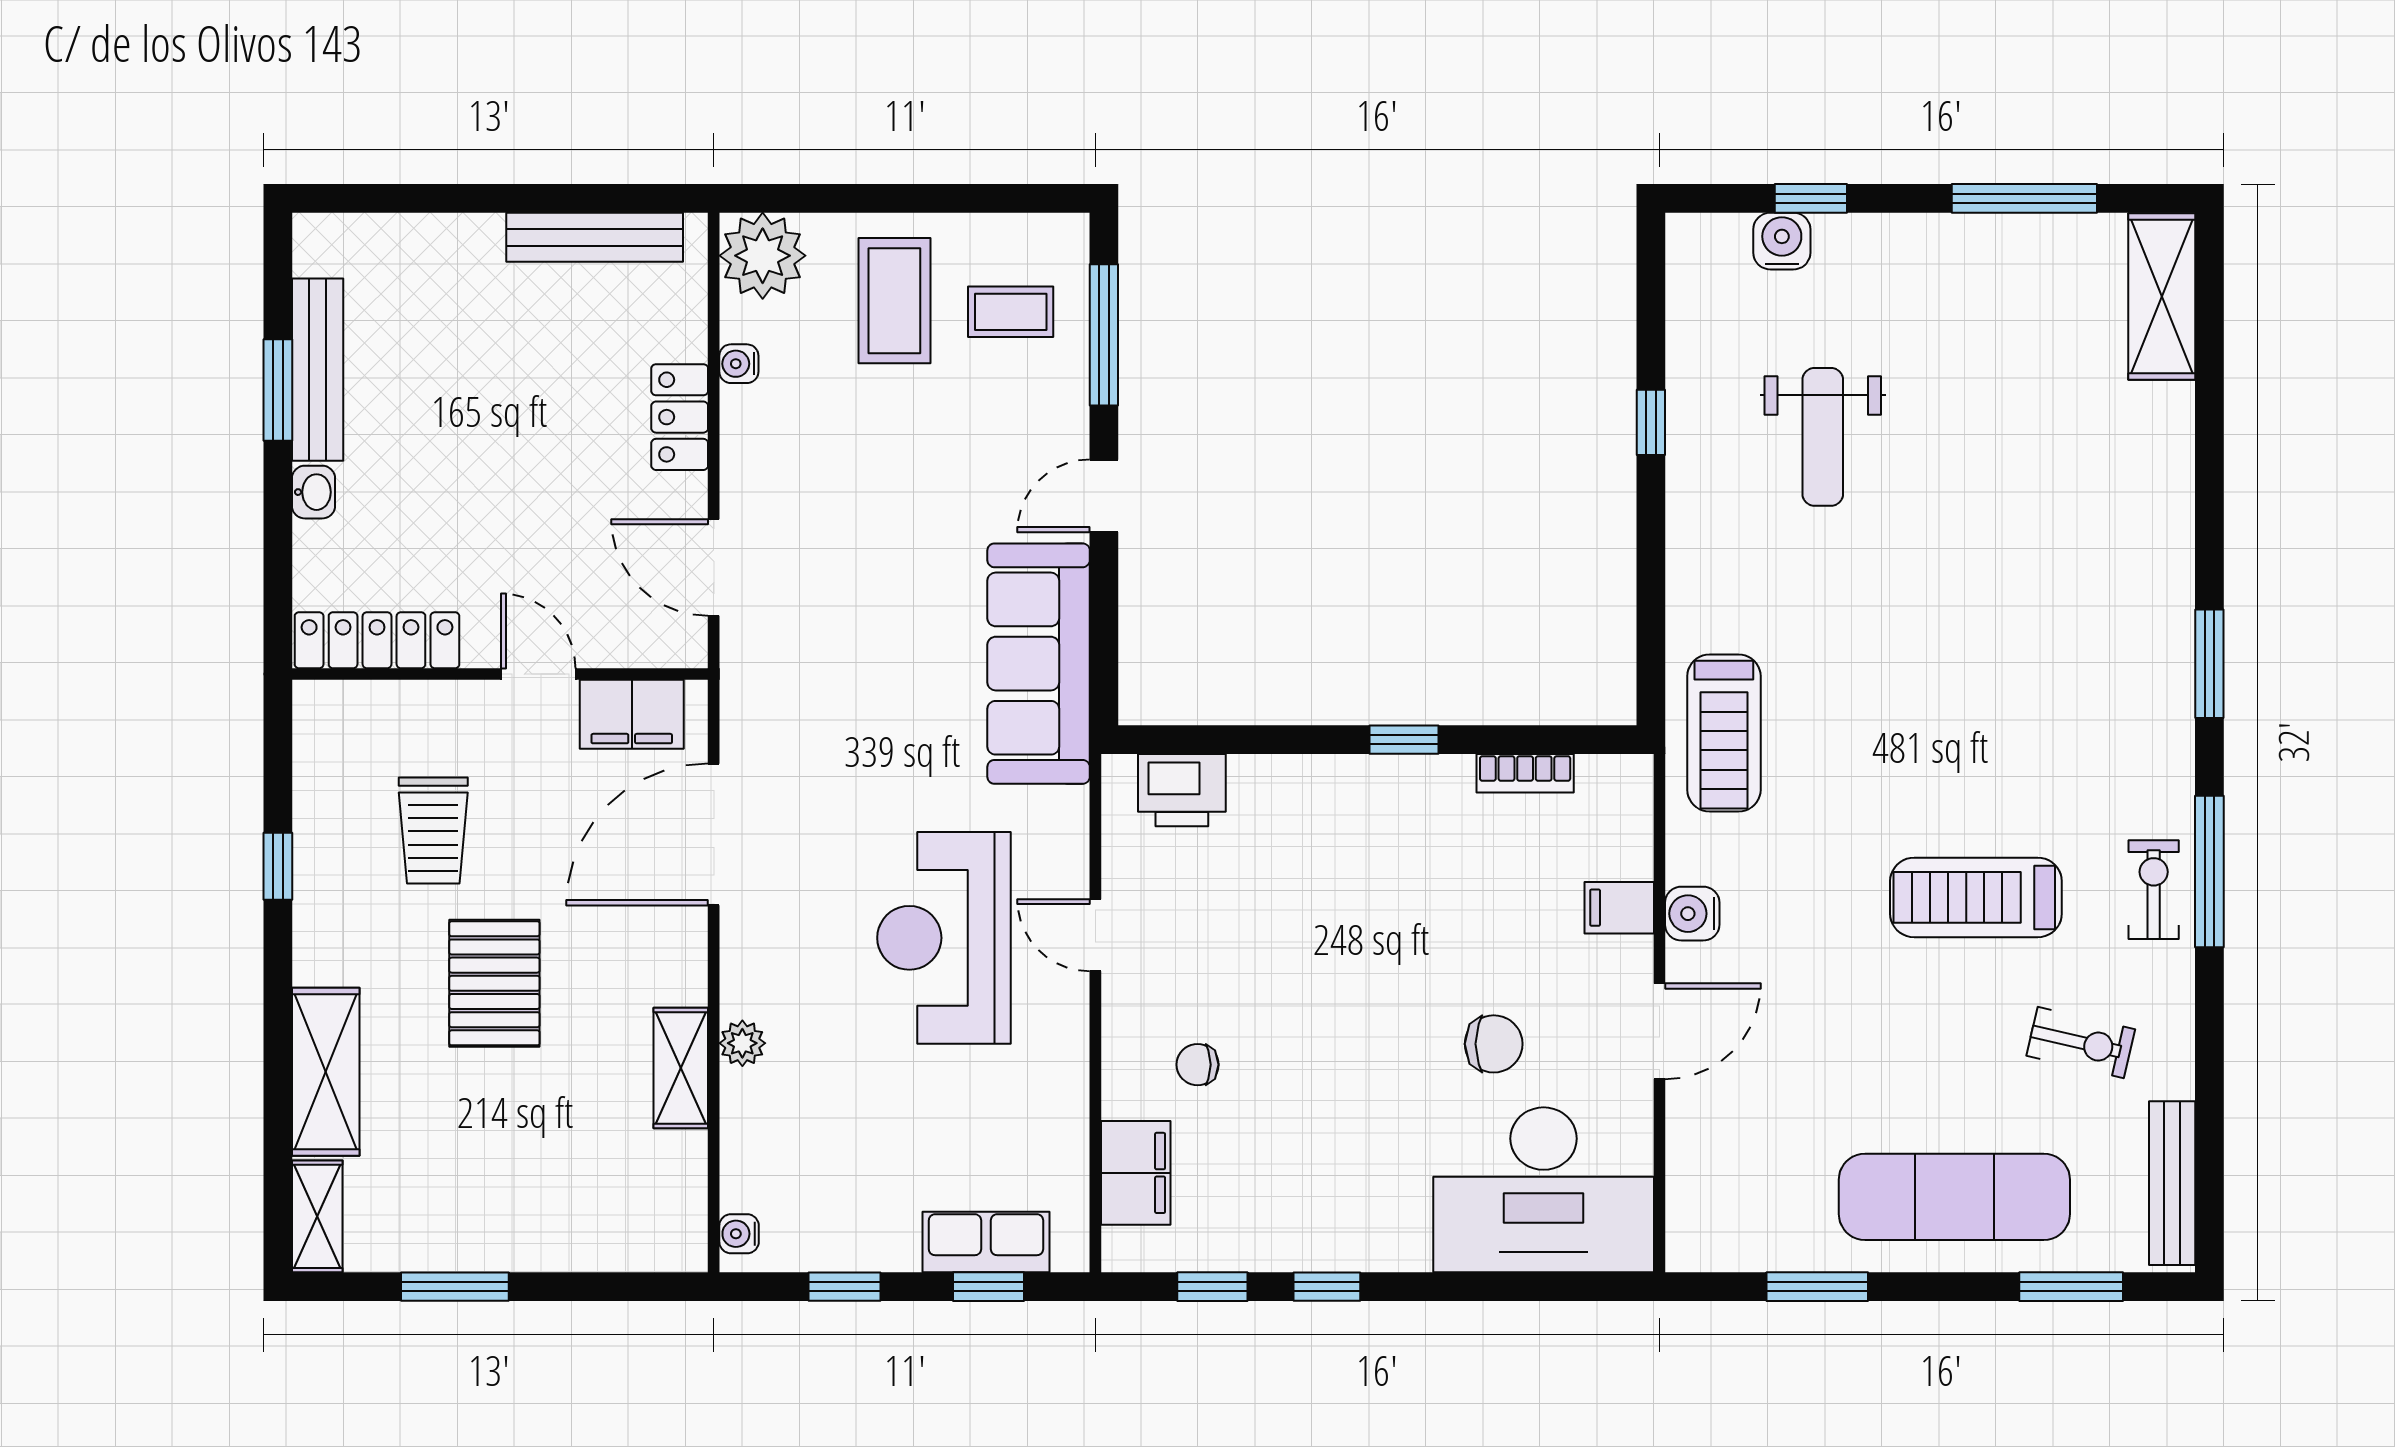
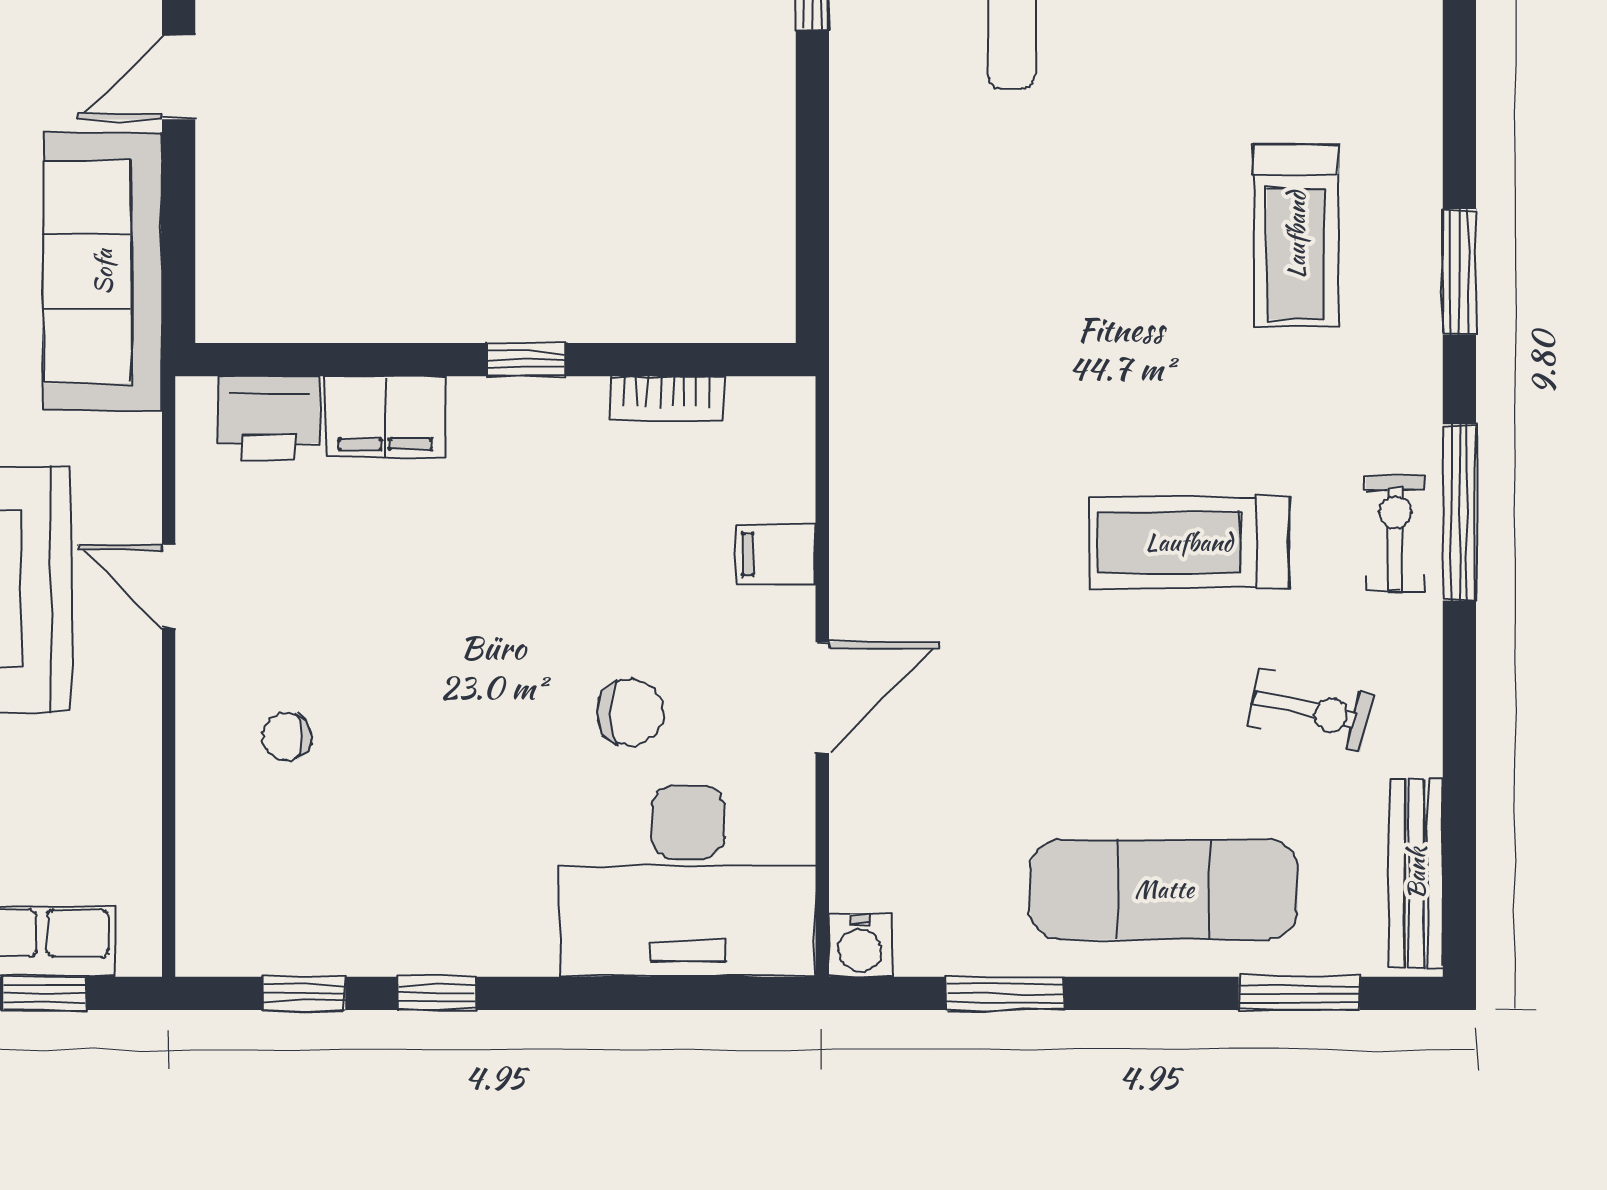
treadmill: (1724, 733) -> (1296, 235), moved
water cooler: (1692, 914) -> (860, 945), moved, turned -90
filing cabinet: (1136, 1173) -> (385, 416), moved, turned 90

